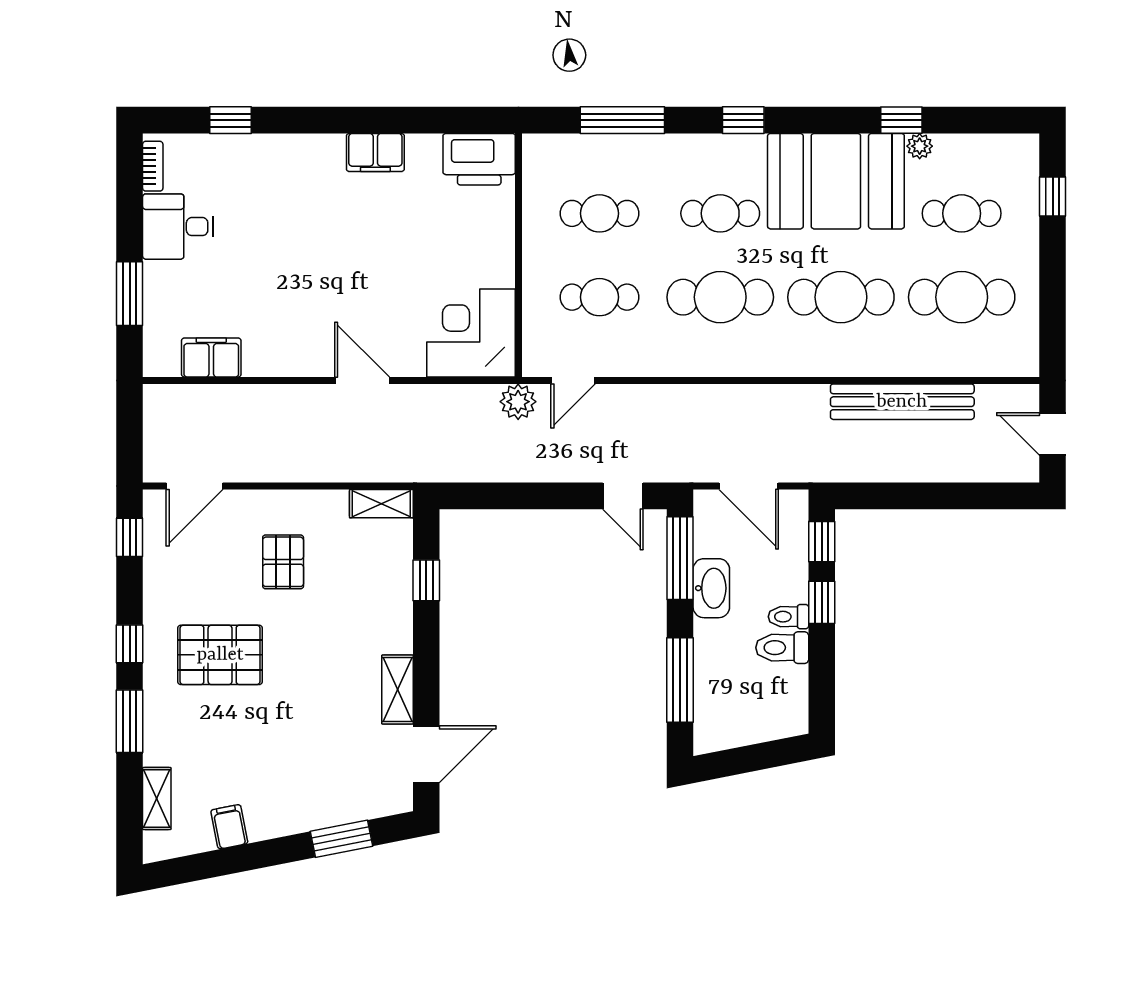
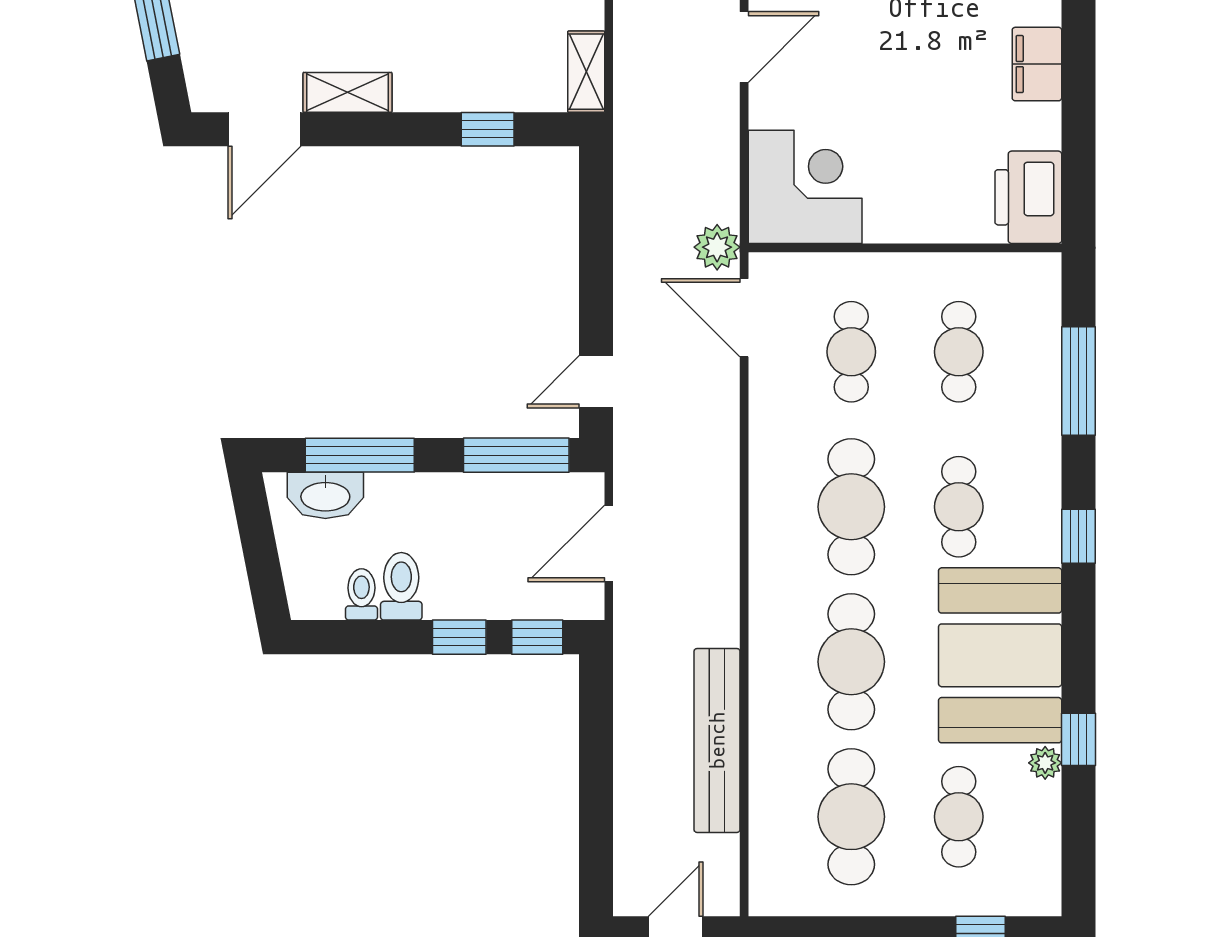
door: (573, 381) -> (744, 318), width x1.38
washbasin: (711, 588) -> (325, 495), moved
toilet: (789, 617) -> (361, 594), moved
door: (426, 754) -> (264, 129), hinge flipped

